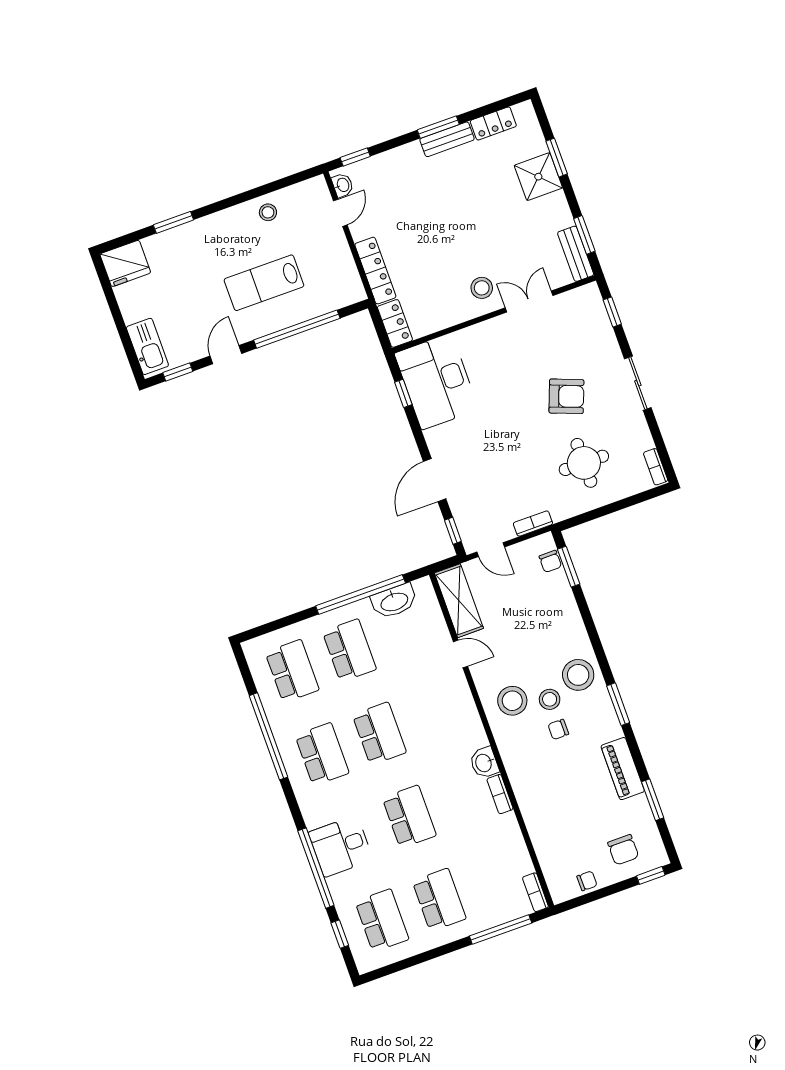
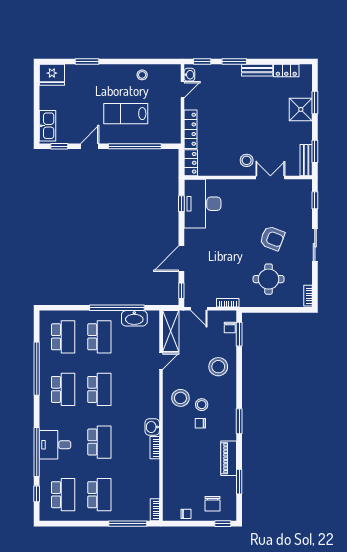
window: (438, 127) -> (234, 62), moved
door: (460, 654) -> (161, 361), hinge flipped
stool: (578, 675) -> (218, 367), moved

